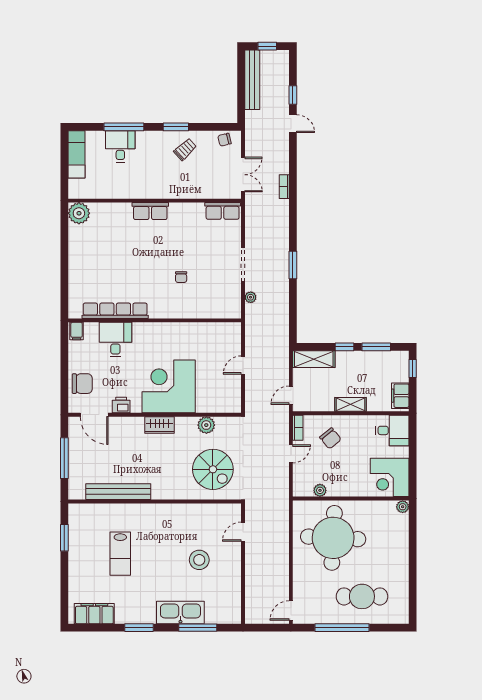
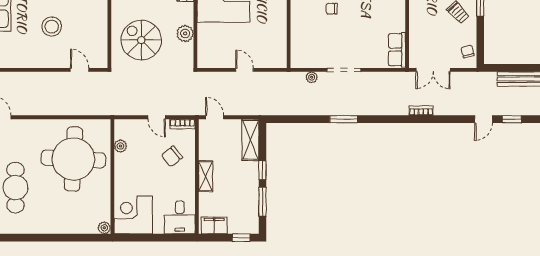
spiral stairs: (213, 469) -> (141, 40), turned 90

